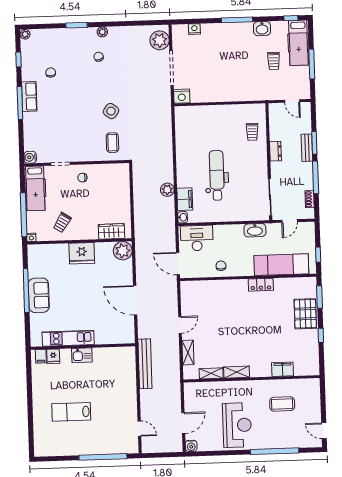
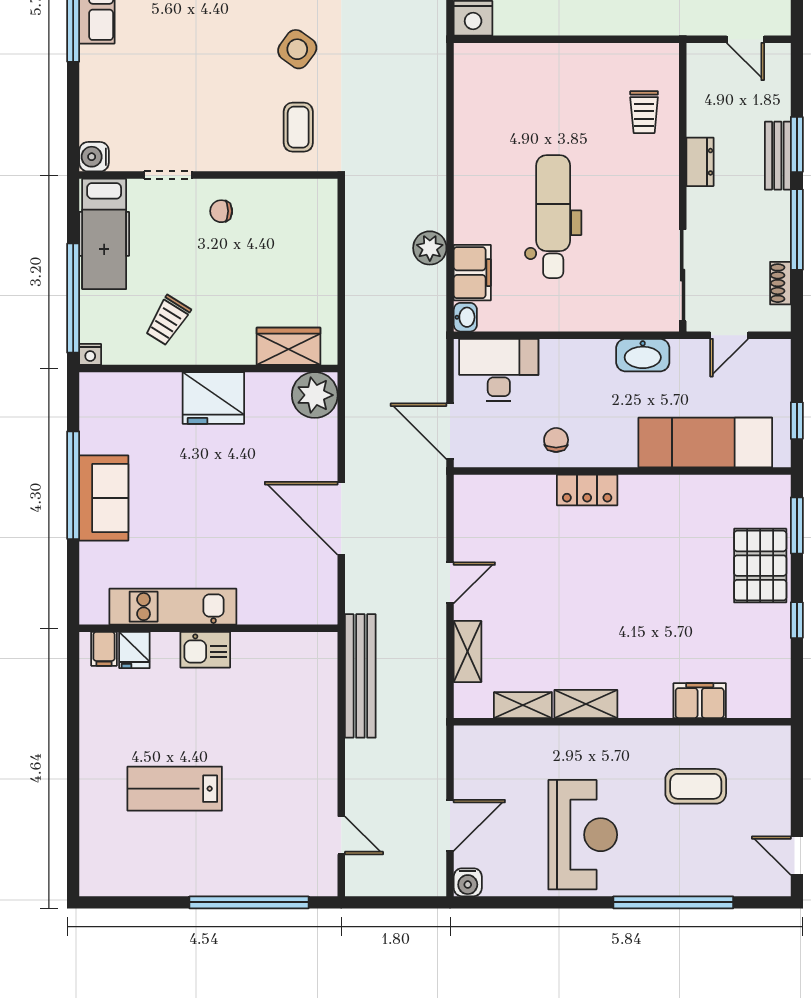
locker: (261, 285) -> (587, 490), moved

